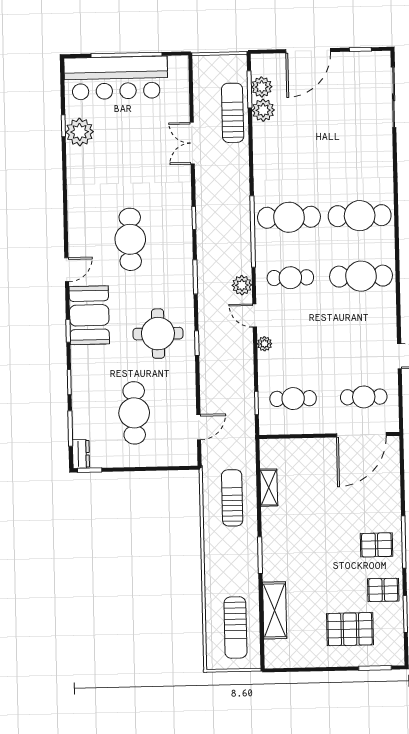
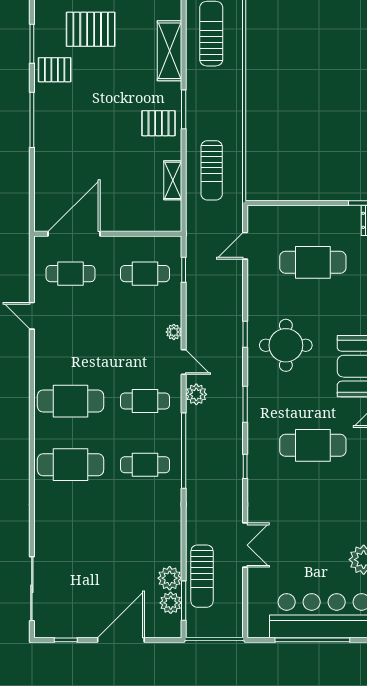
cafe table: (289, 217) -> (145, 465), width x0.73, depth x0.74
cafe table: (130, 239) -> (313, 445), turned 90
cafe table: (134, 413) -> (313, 262), turned 90
pallet: (377, 545) -> (159, 123), moved

